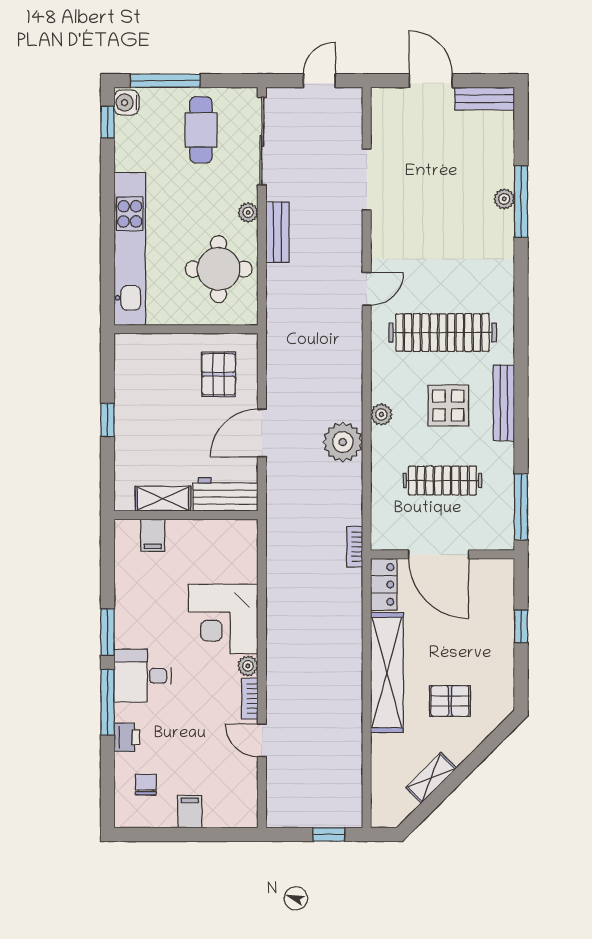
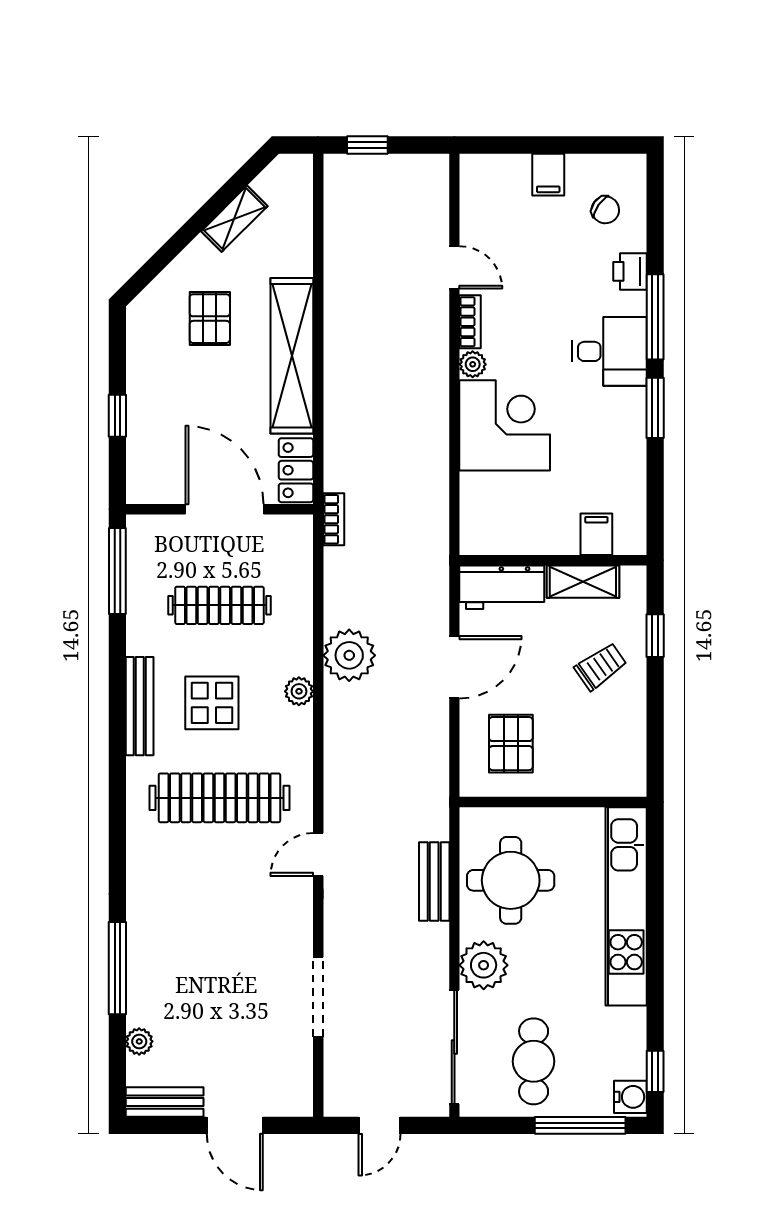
plant: (504, 199) -> (139, 1041), moved
plant: (248, 212) -> (484, 965), width x1.88, depth x1.88
bench: (277, 232) -> (434, 882), moved
window: (107, 420) -> (655, 636), moved
trolley: (149, 433) -> (601, 666), added
pallet: (450, 701) -> (210, 319), turned 90
chair: (146, 785) -> (605, 210), turned -55

